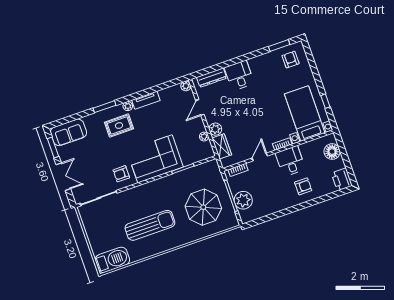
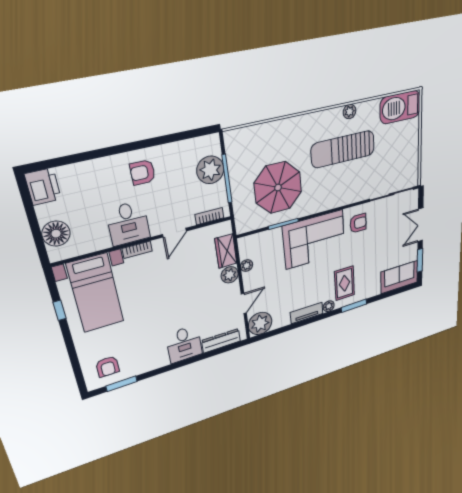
plant: (186, 86) -> (260, 323), width x1.88, depth x1.88
rug: (119, 126) -> (344, 283), turned 90
armchair: (303, 186) -> (143, 172), moved
parasol: (203, 207) -> (278, 188), moved
plant: (152, 251) -> (350, 112), added

